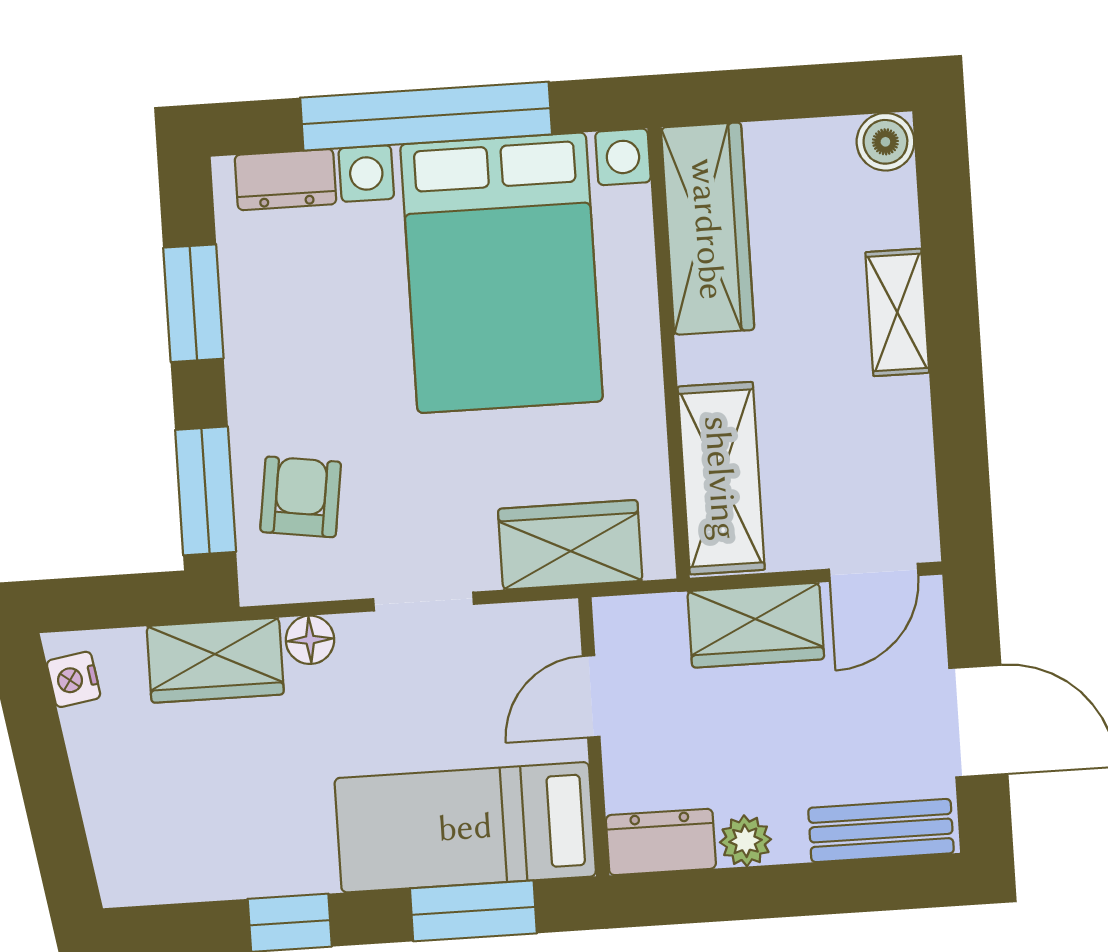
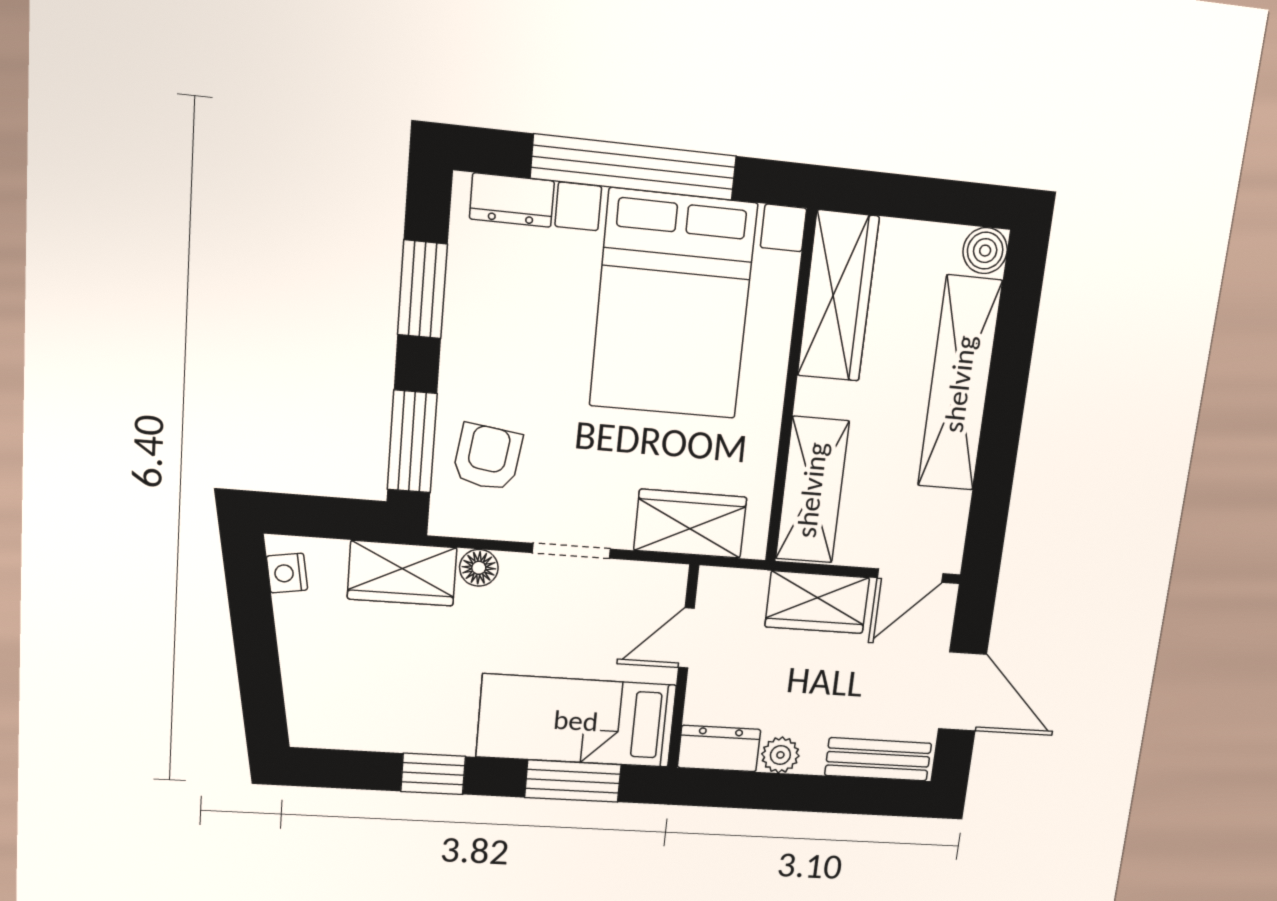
shelving: (897, 312) -> (960, 384), width x2.20, depth x1.33

